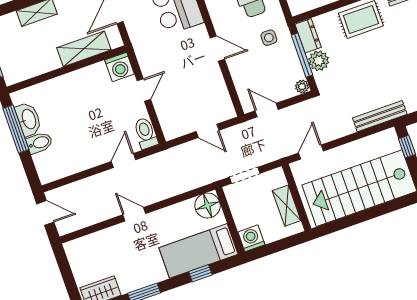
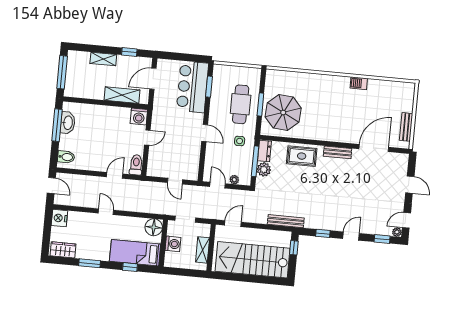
plant: (302, 87) -> (234, 180), moved
bidet: (39, 143) -> (66, 157), moved
washing machine: (251, 238) -> (173, 244), moved, turned 90
nightstand: (76, 251) -> (59, 218), added

